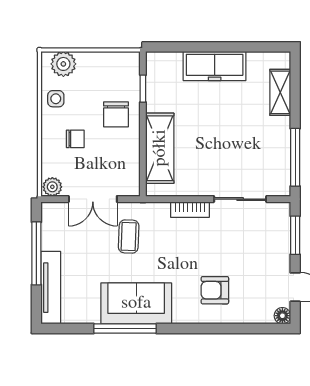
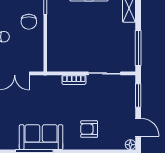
shelving: (160, 148) -> (55, 42), removed
coffee table: (129, 236) -> (36, 96), removed

